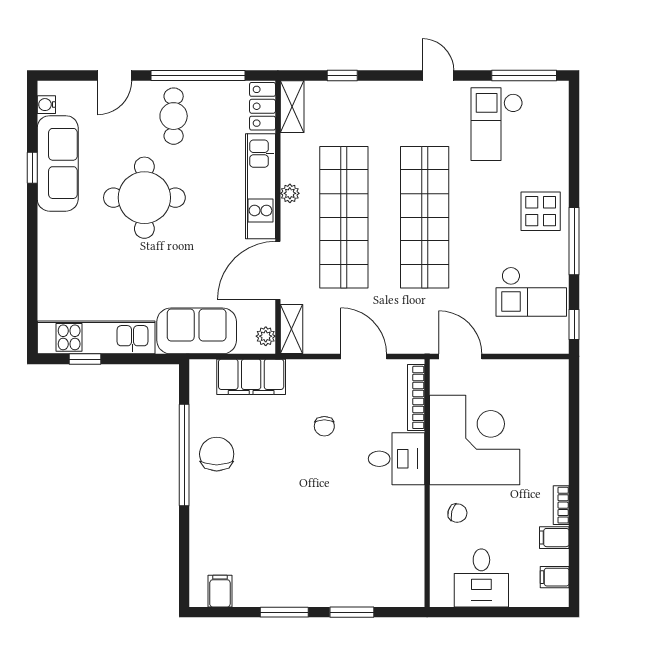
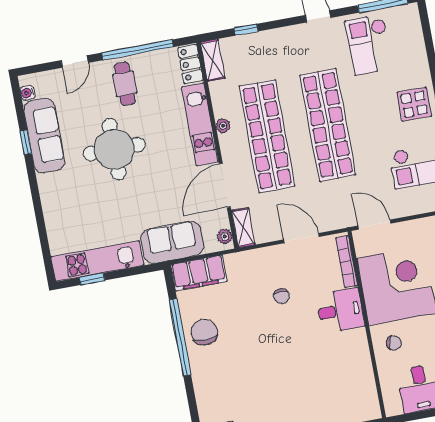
filing cabinet: (251, 377) -> (199, 273), moved

